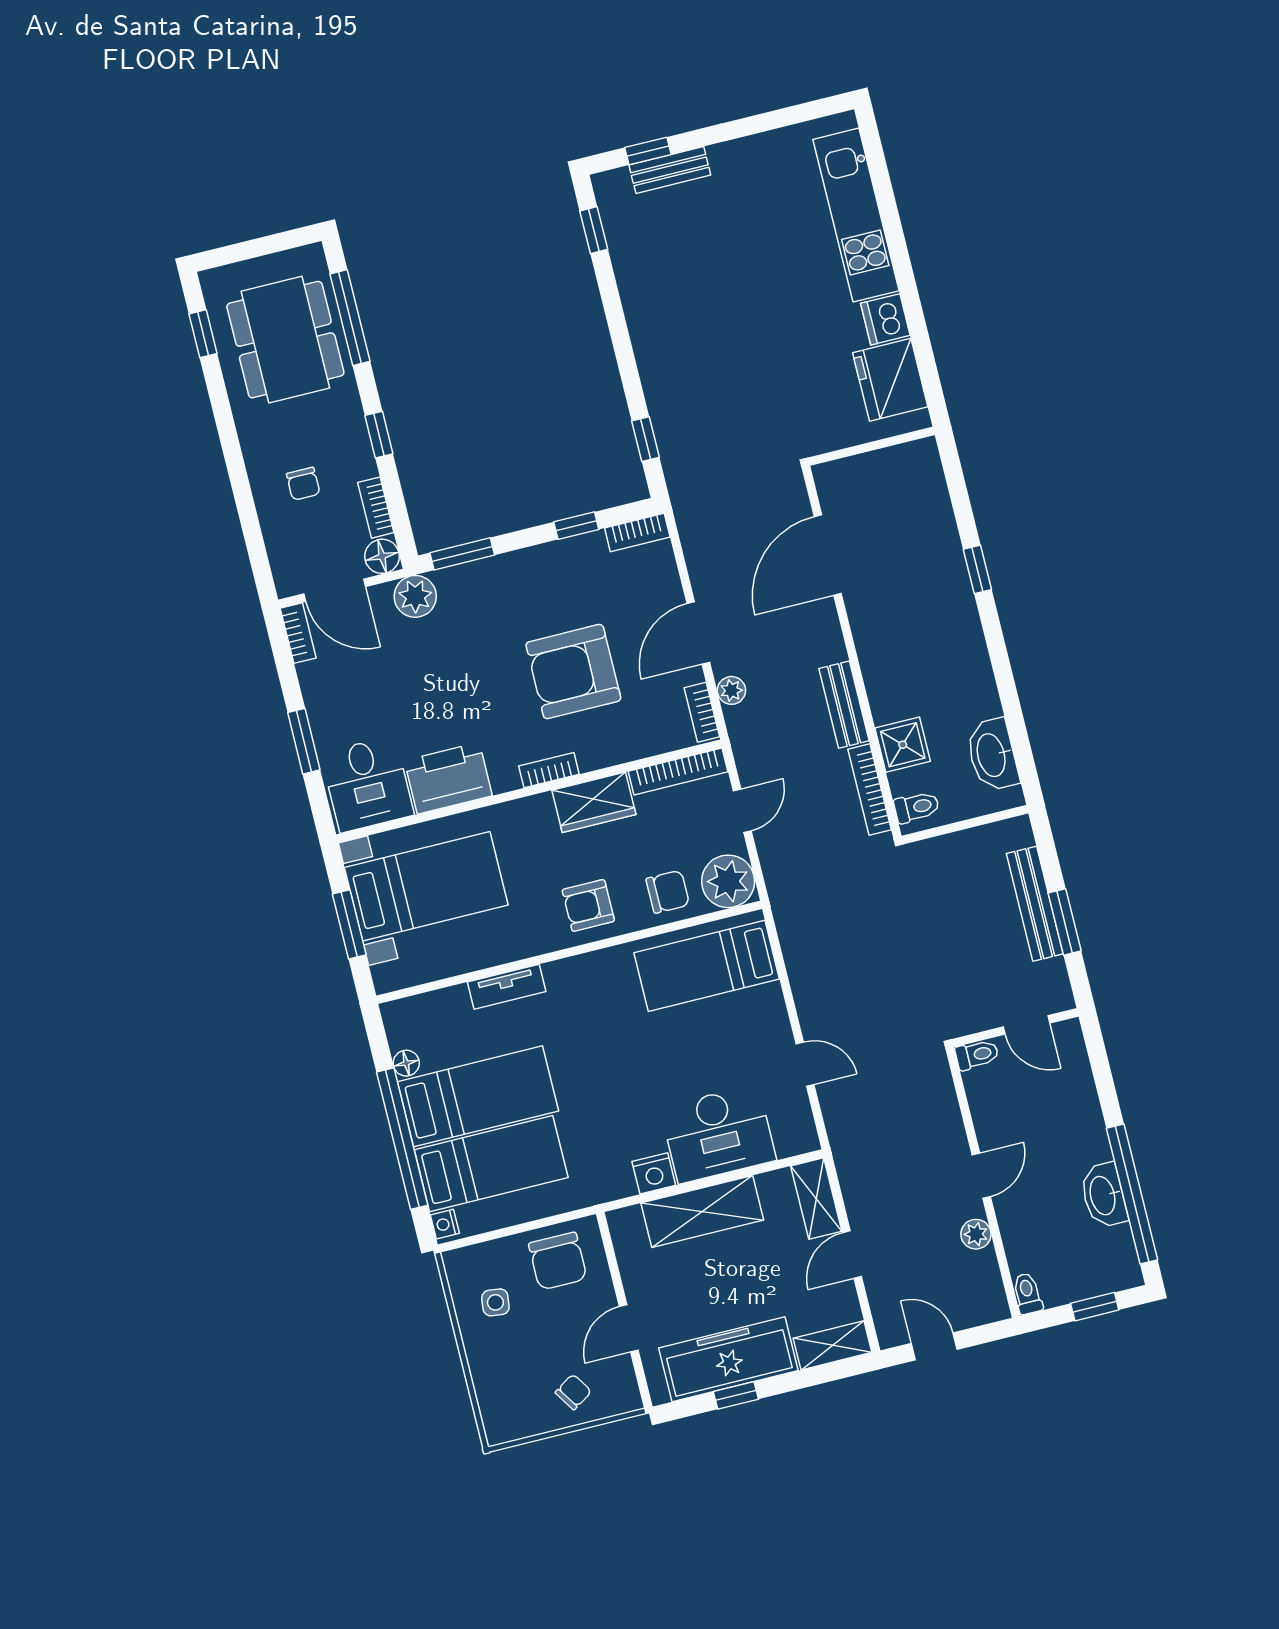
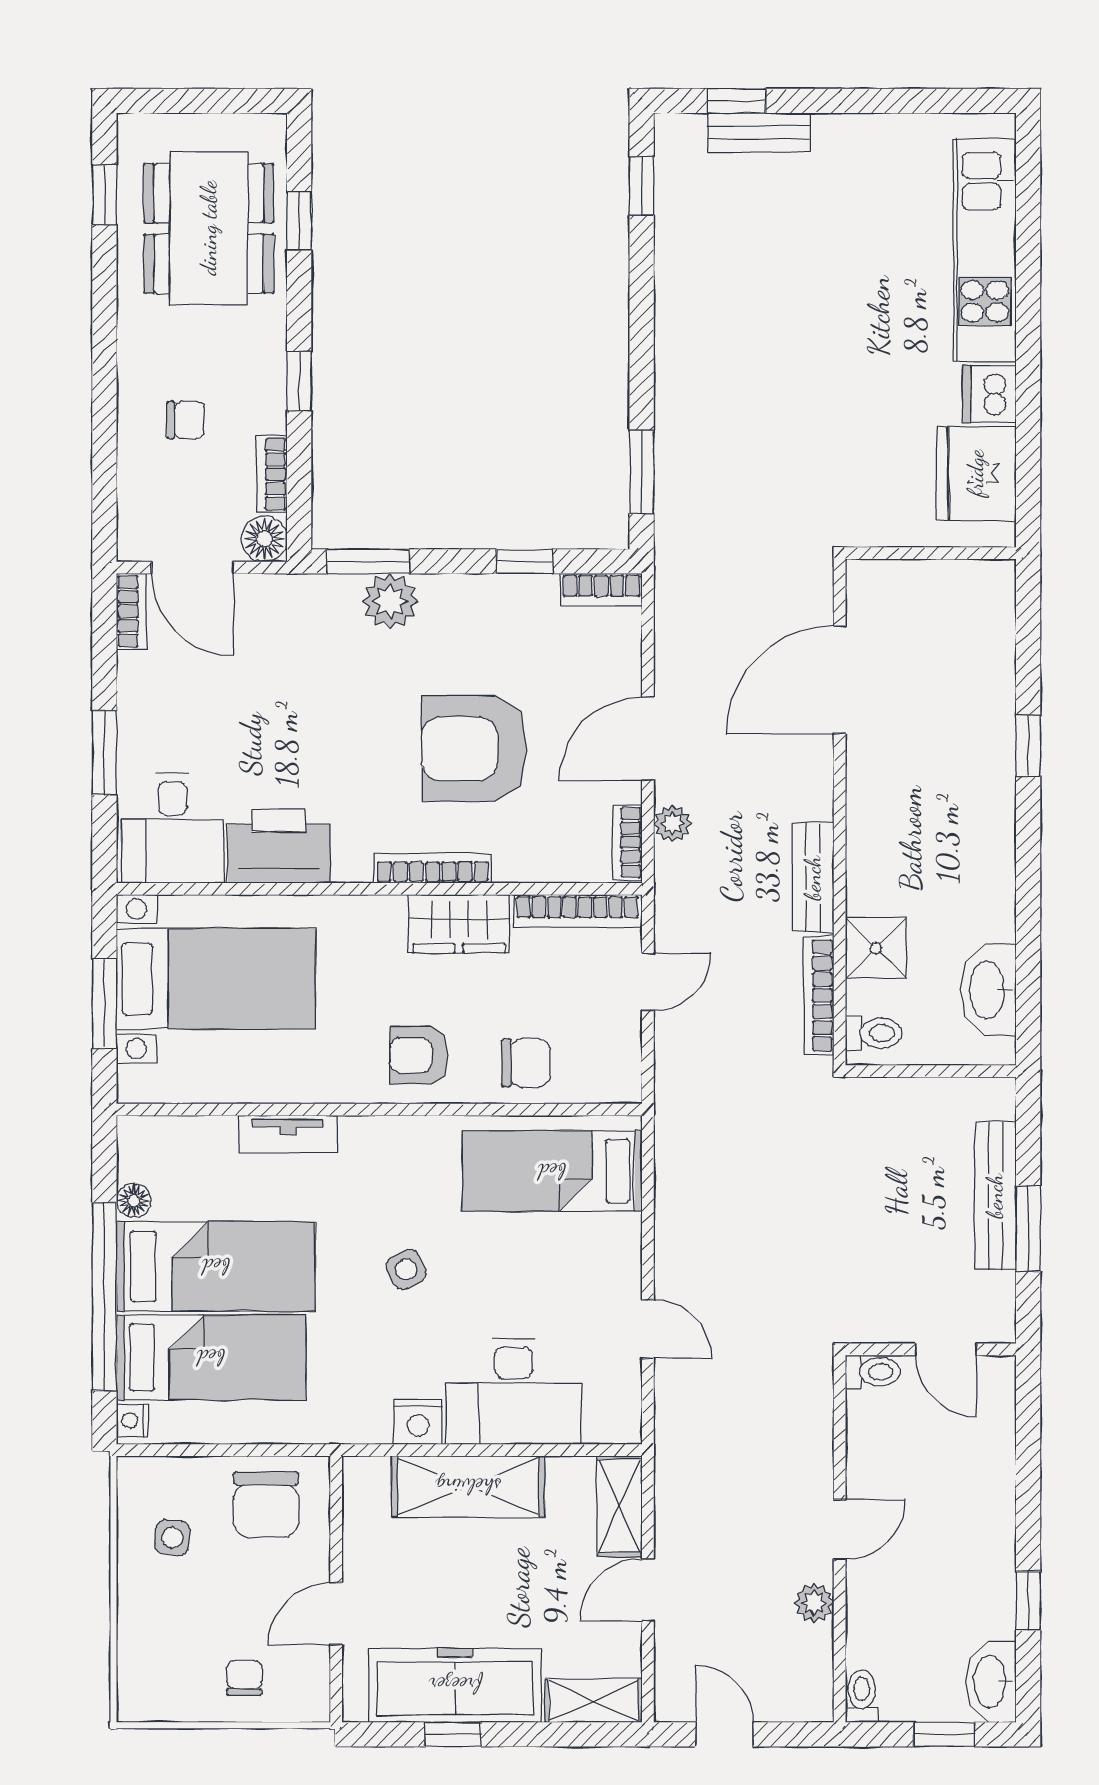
window: (350, 318) -> (299, 221), width x0.46
window: (645, 439) -> (642, 472), width x1.50
chair: (303, 484) -> (186, 420), turned -90
plant: (415, 596) -> (390, 601), moved
bookcase: (549, 770) -> (433, 868), width x1.56
plant: (728, 881) -> (607, 1069), removed
side table: (618, 1064) -> (406, 1270), added
window: (1132, 1194) -> (1028, 1601), width x0.32
washbasin: (1104, 1195) -> (991, 1682), moved
chair: (573, 1392) -> (244, 1678), turned -57

